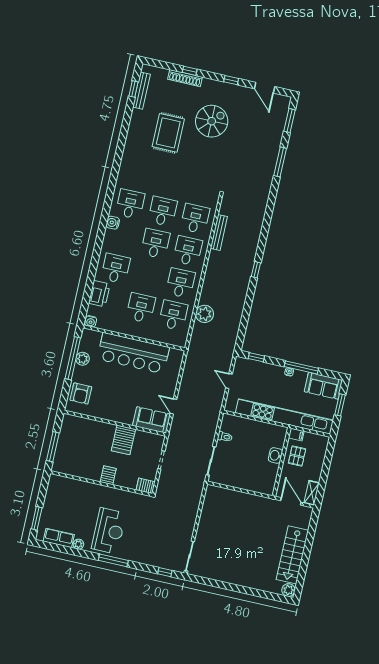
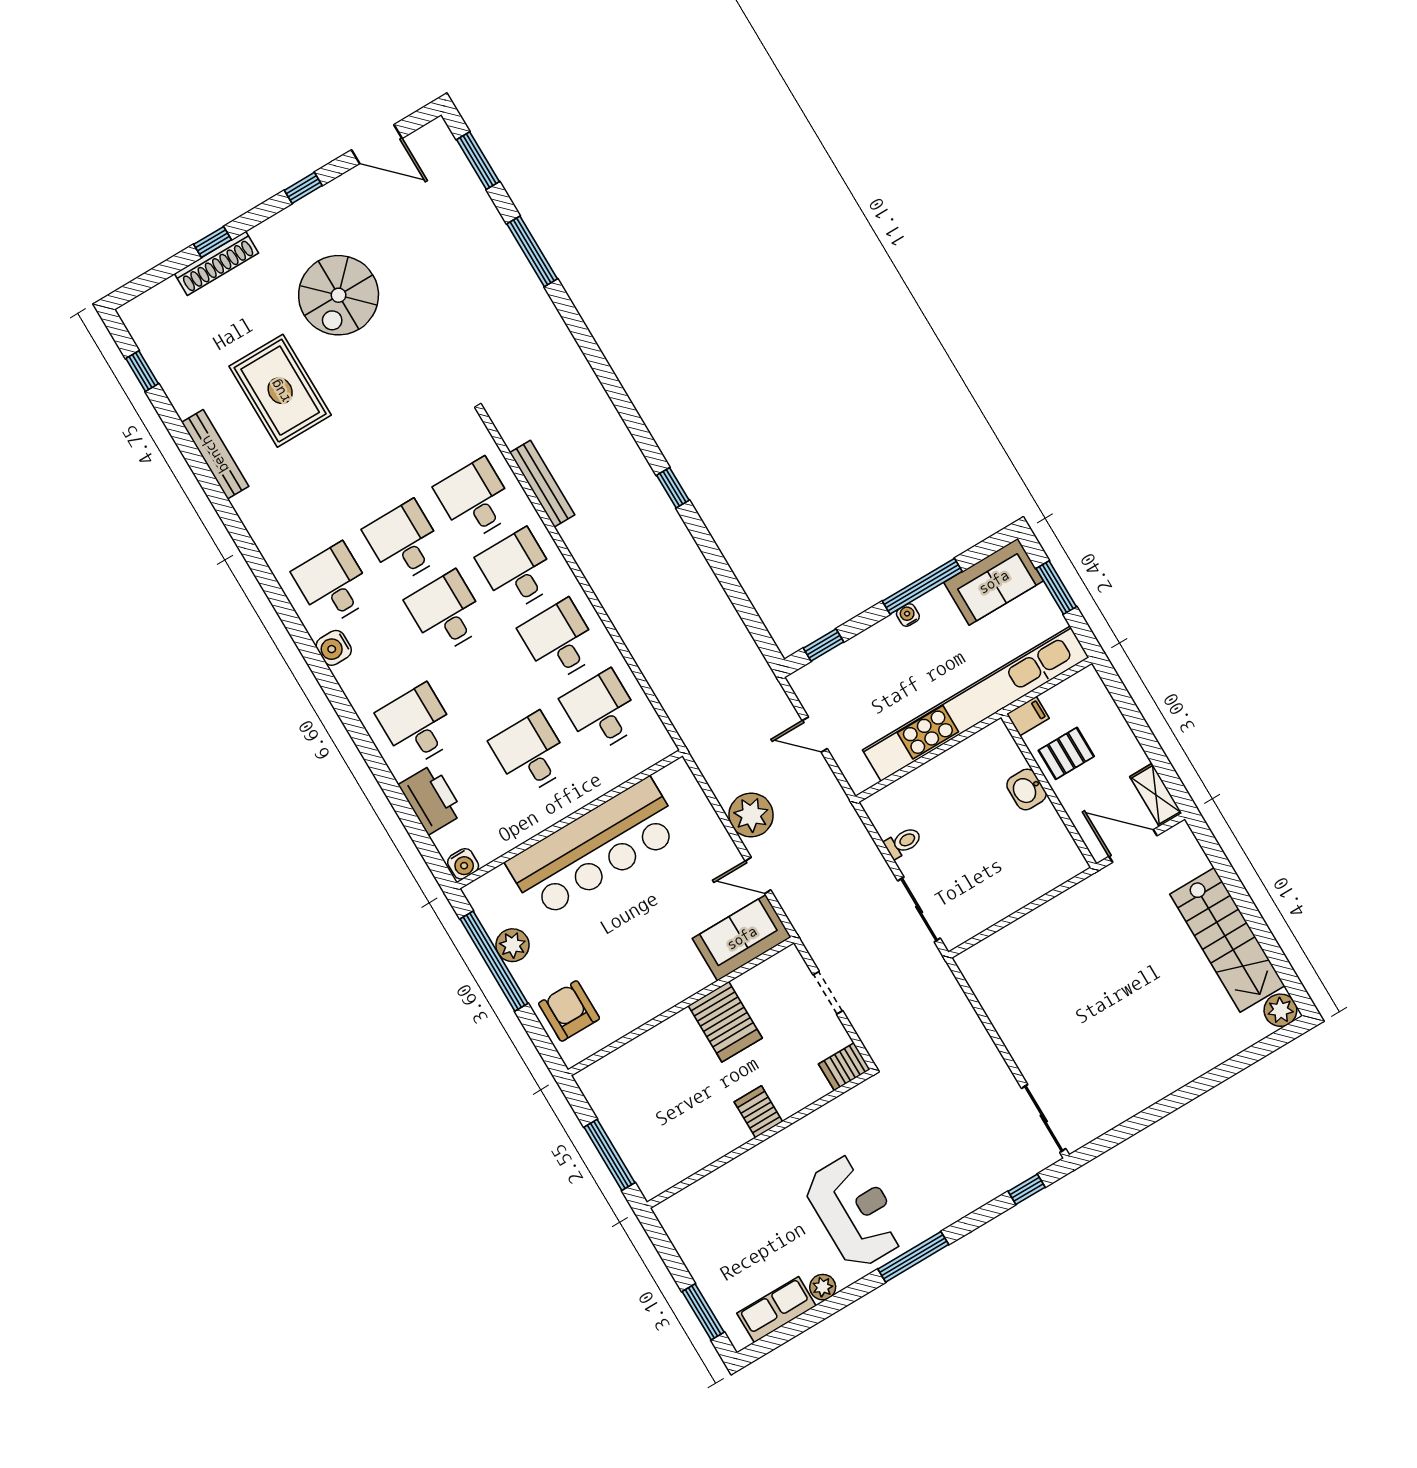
bench: (141, 91) -> (215, 454), moved
spiral stairs: (212, 121) -> (339, 295), turned 180
plant: (205, 314) -> (751, 815), moved
armchair: (81, 394) -> (569, 1011), turned 180
pallet: (297, 456) -> (1066, 753), turned 90

